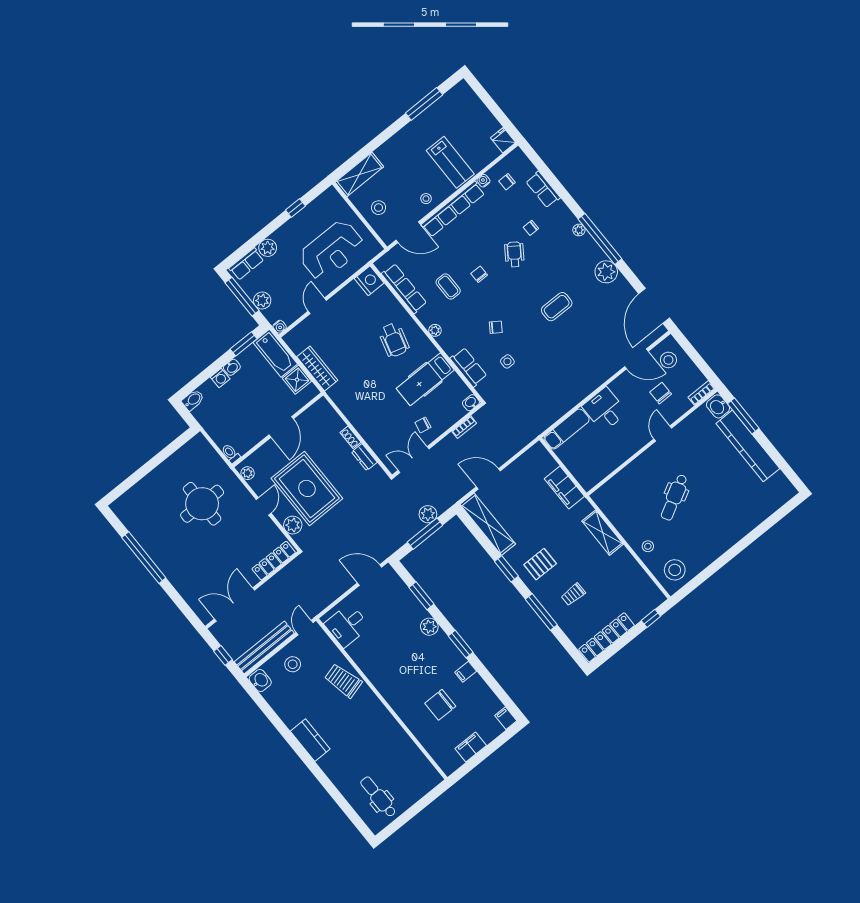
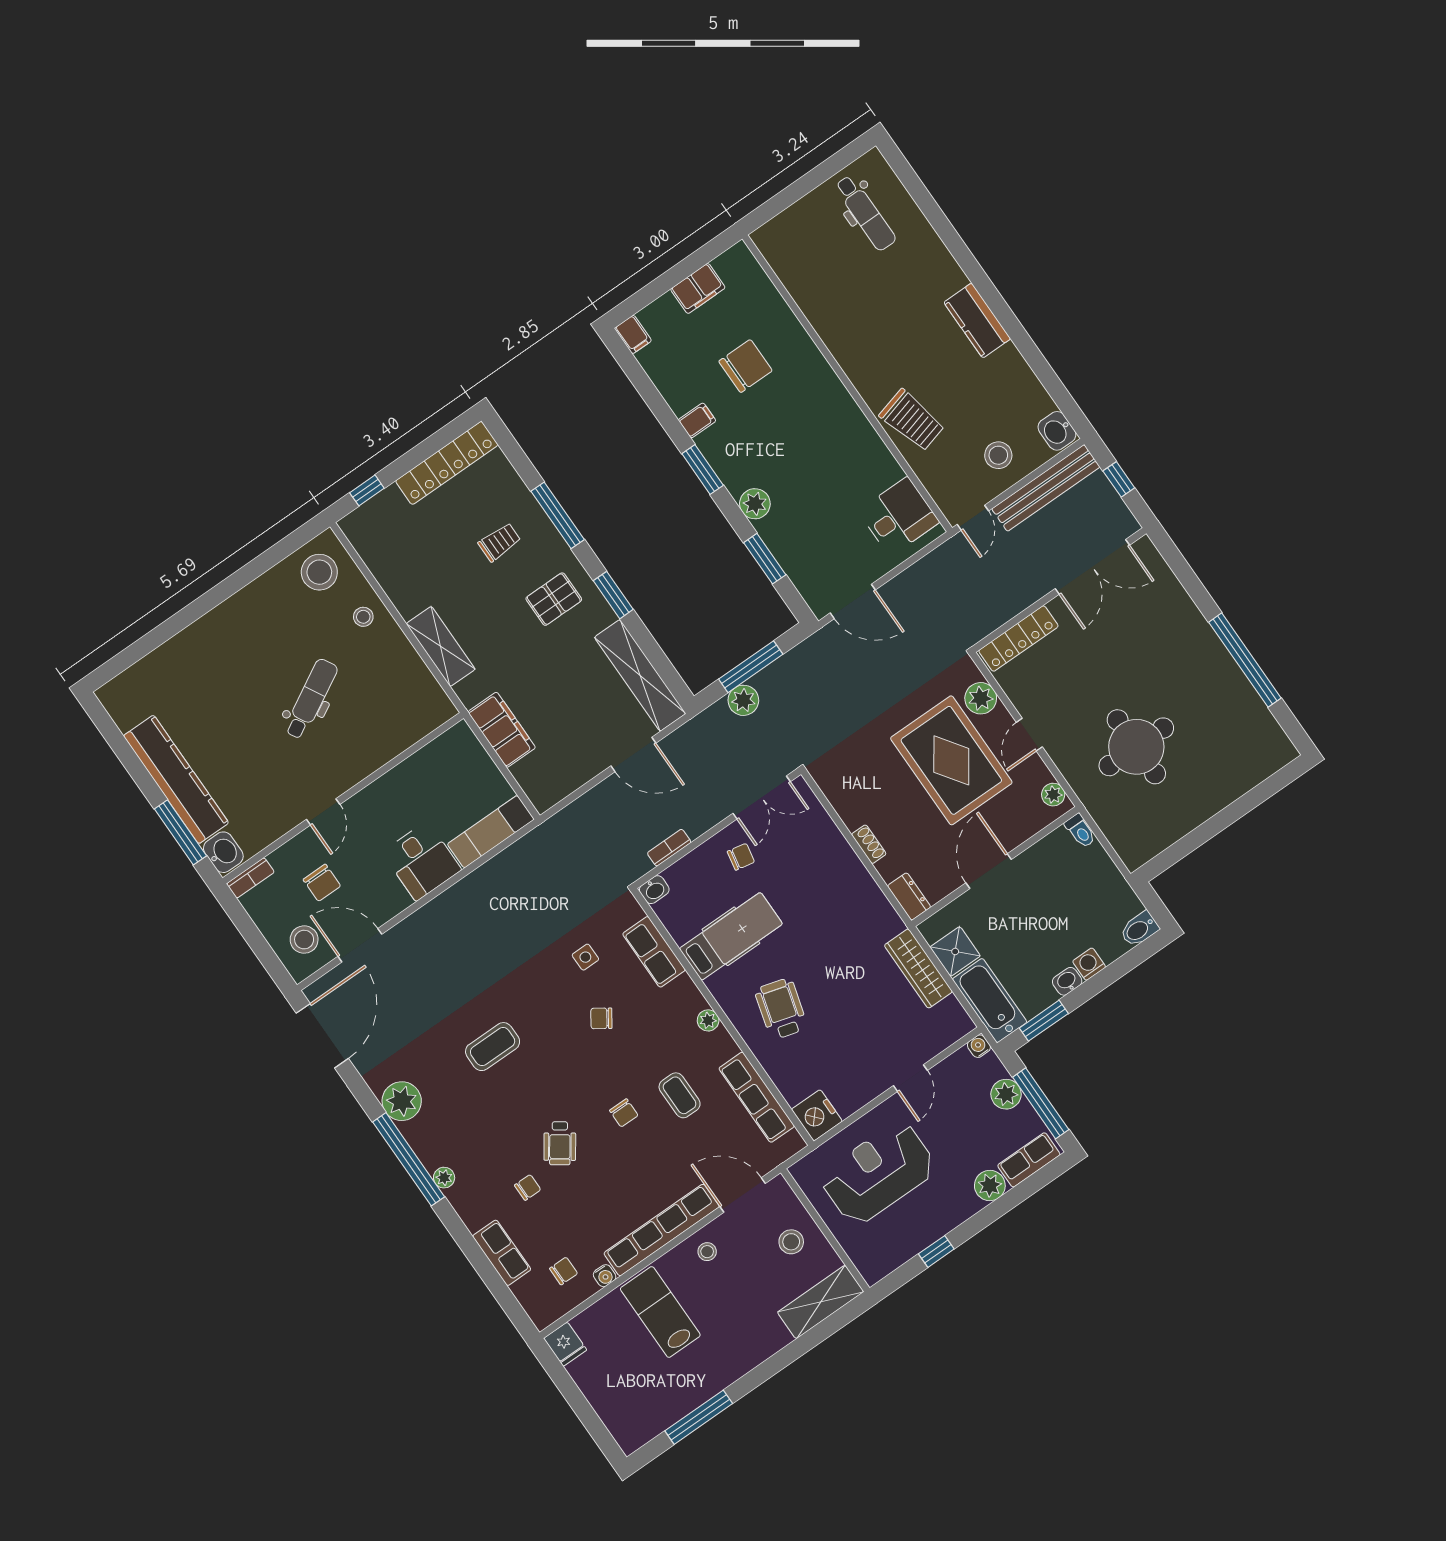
dresser: (364, 457) -> (909, 896), moved

